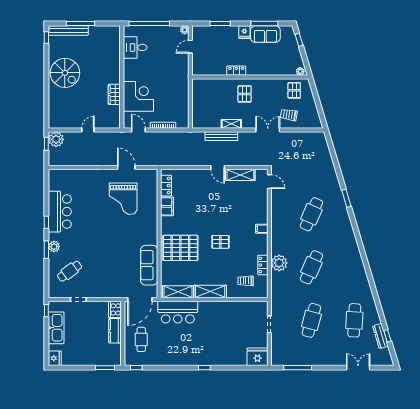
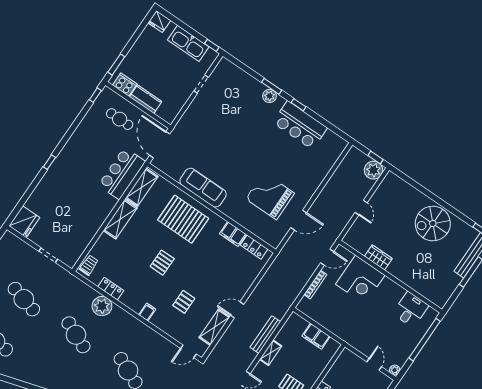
filing cabinet: (199, 100) -> (316, 336), added
pallet: (237, 208) -> (184, 302), added
pallet: (180, 248) -> (183, 219), turned 90
sofa: (149, 265) -> (203, 188), moved
cafe table: (70, 271) -> (235, 95), removed
trolley: (246, 281) -> (89, 265), moved
cooker: (115, 309) -> (125, 85), moved

